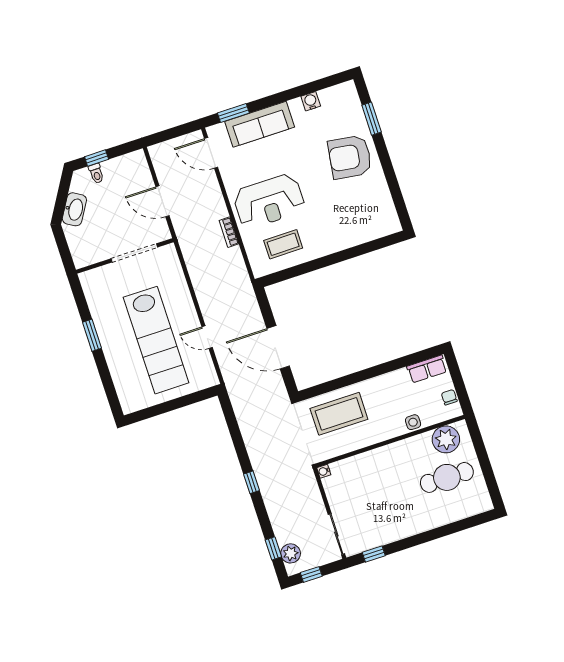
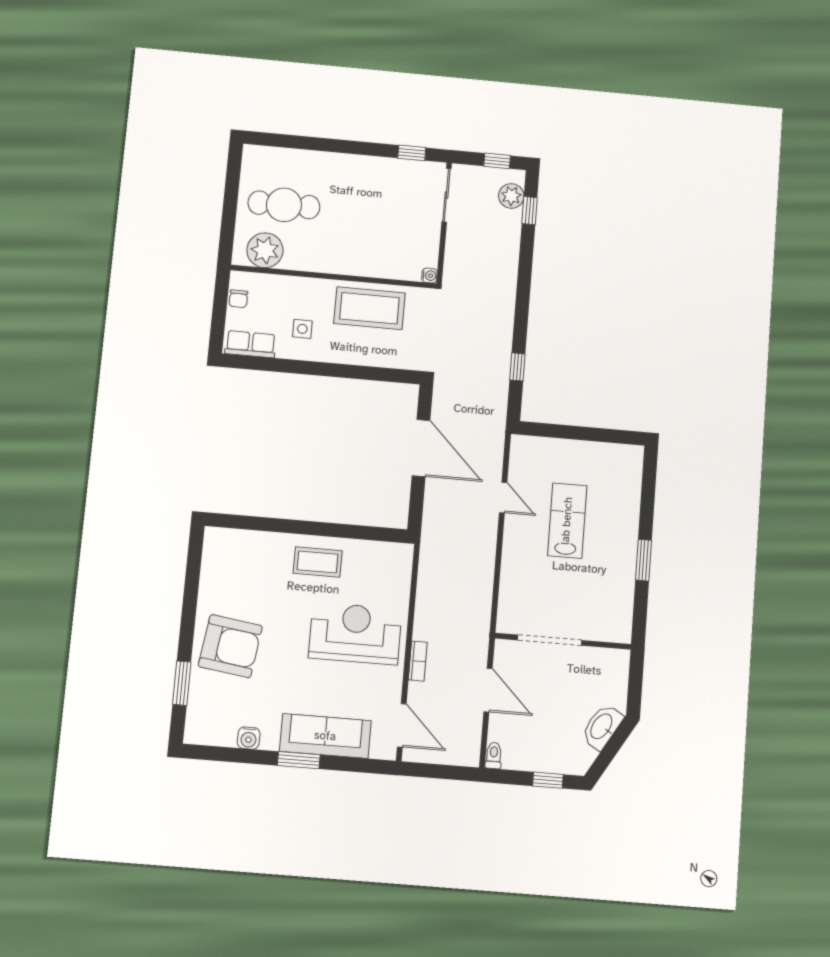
window: (233, 113) -> (299, 760), moved
toilet: (96, 173) -> (494, 756), moved
bookcase: (229, 232) -> (418, 661), moved
coffee table: (283, 244) -> (318, 562), moved
lab bench: (156, 340) -> (567, 521), width x0.54, depth x0.72
coffee table: (339, 414) -> (369, 308), moved
side table: (413, 422) -> (302, 329), moved
window: (252, 482) -> (517, 367), moved

